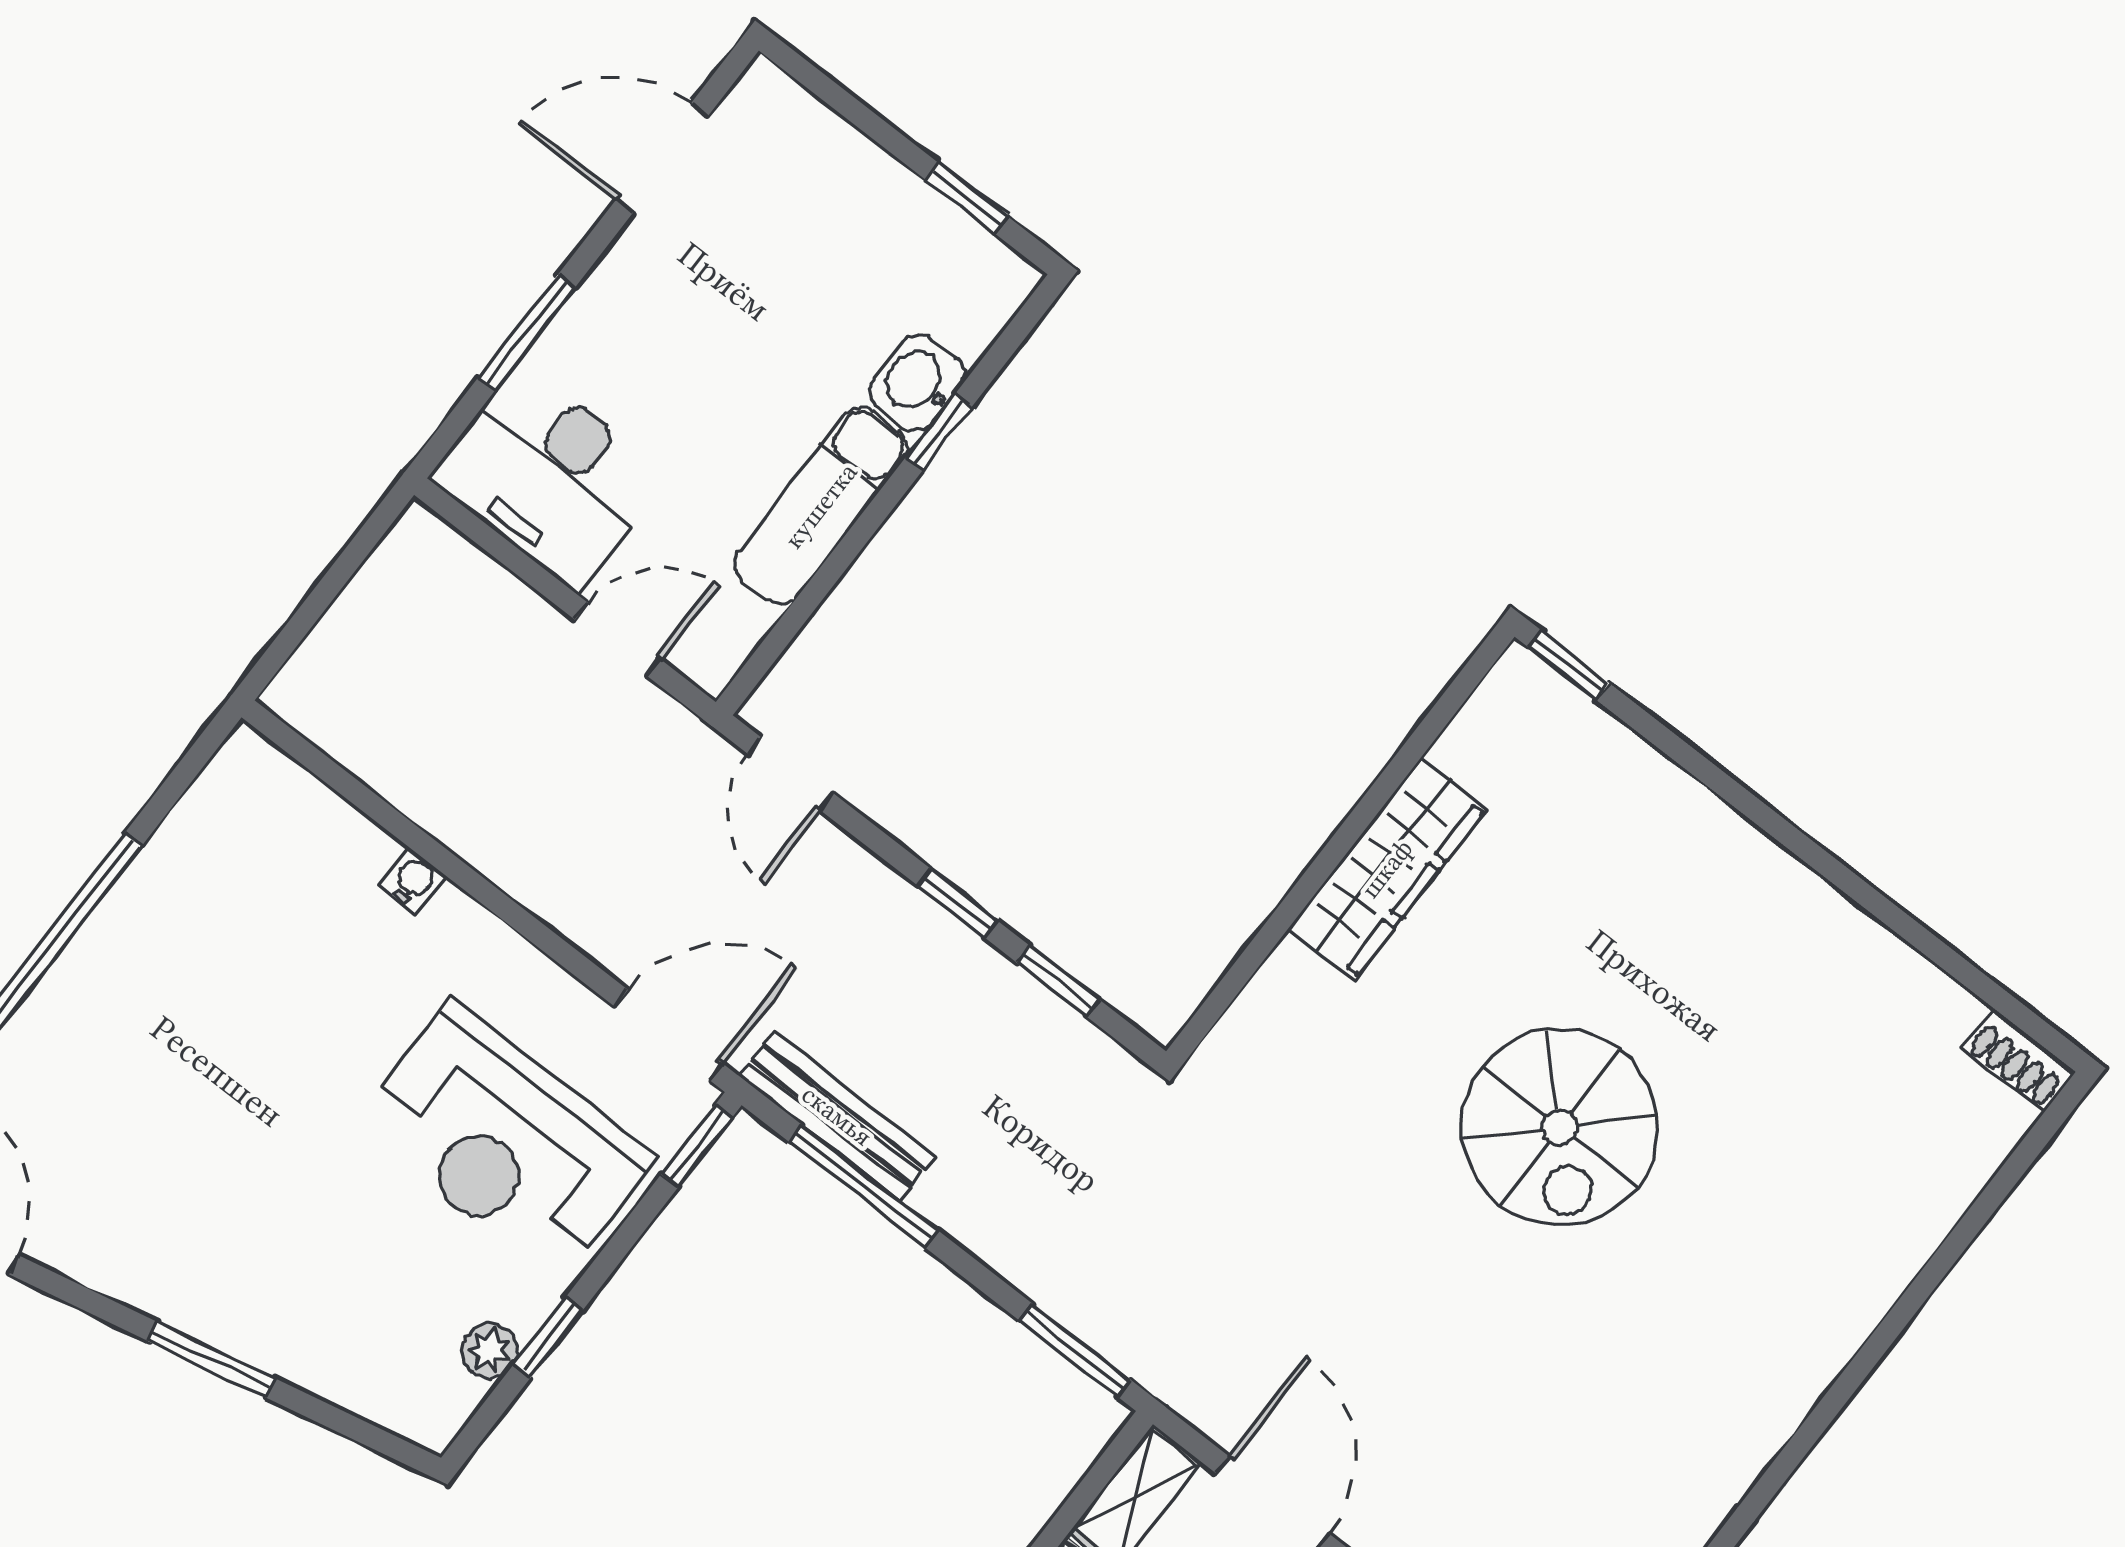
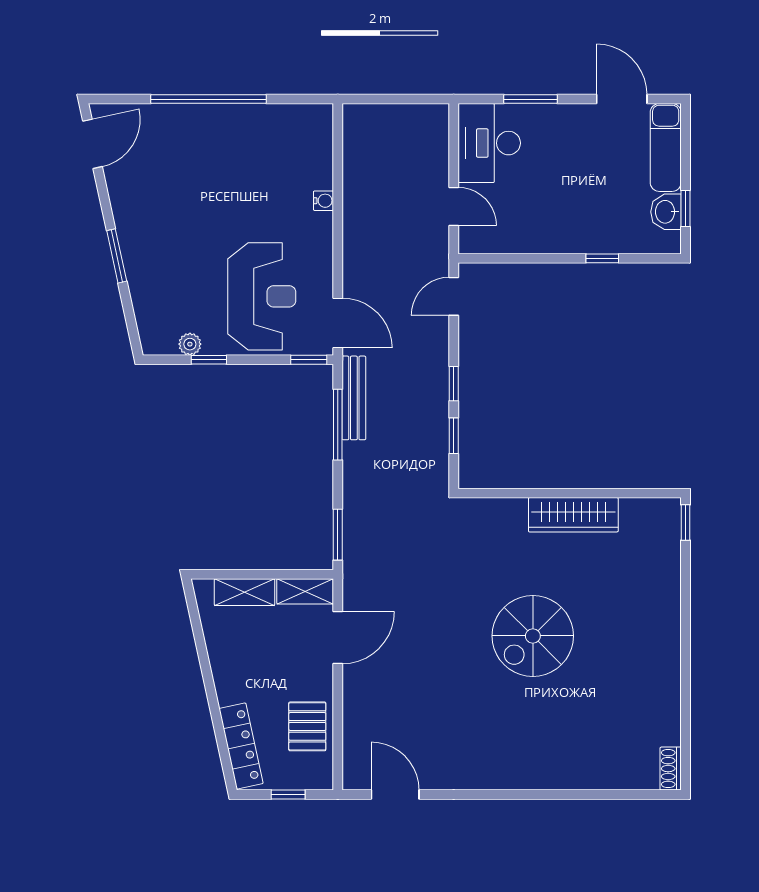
washbasin: (917, 383) -> (666, 212), moved, turned -90
exam couch: (821, 506) -> (666, 147), moved, turned -90
reception desk: (505, 1142) -> (262, 296), turned 180

